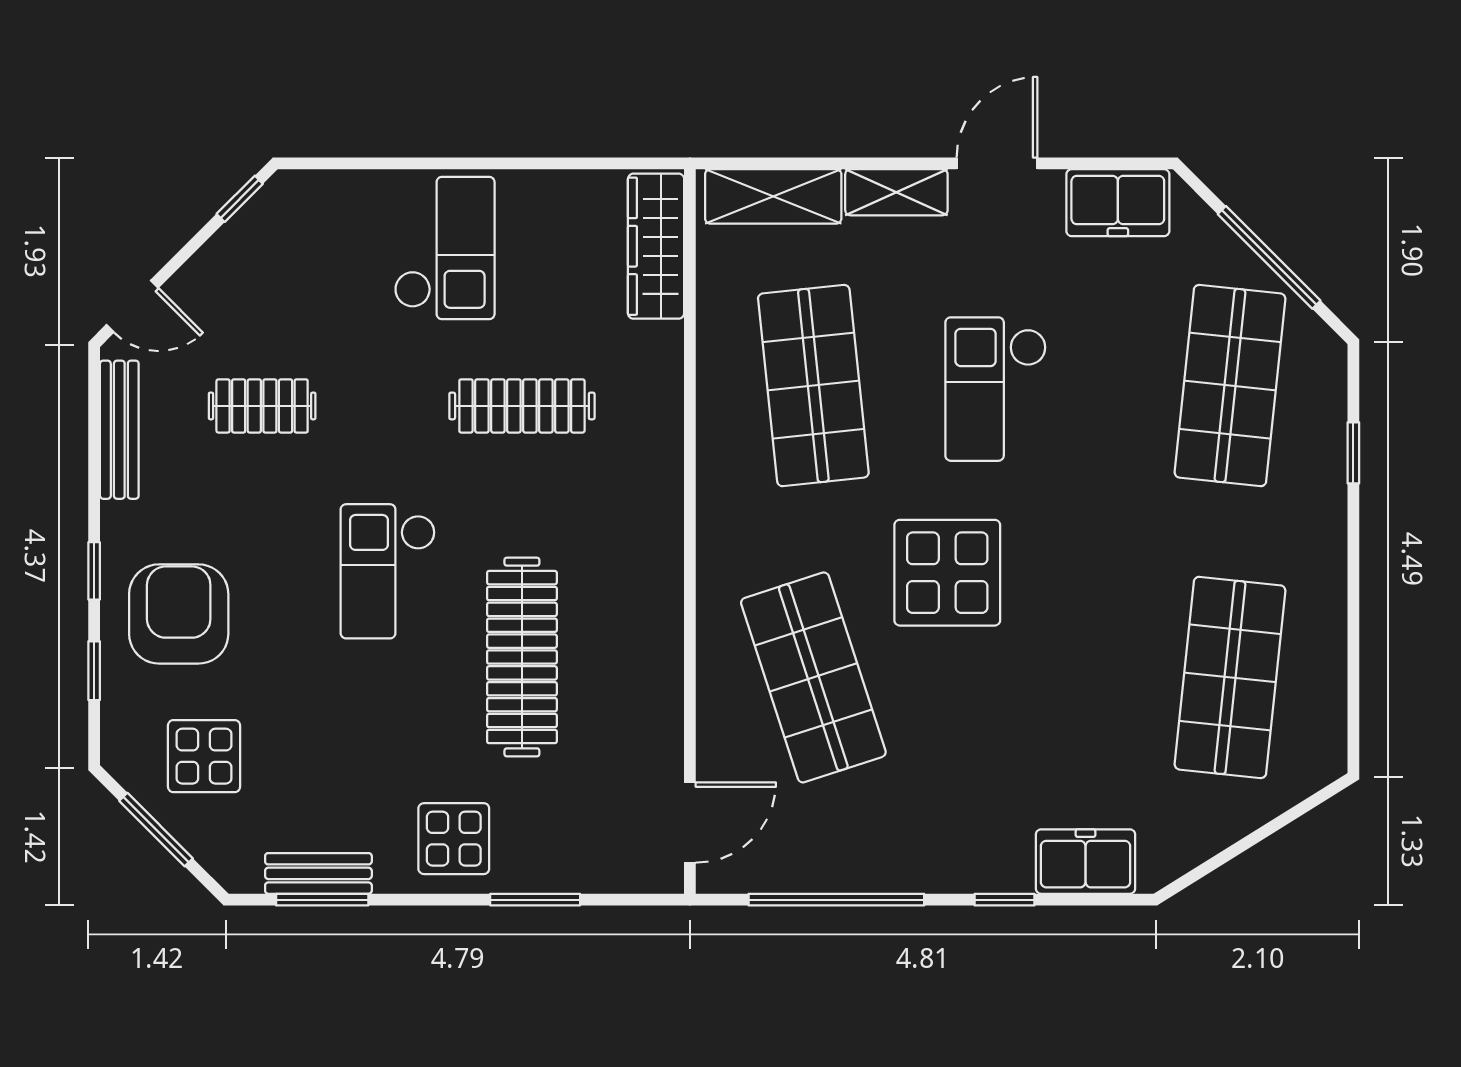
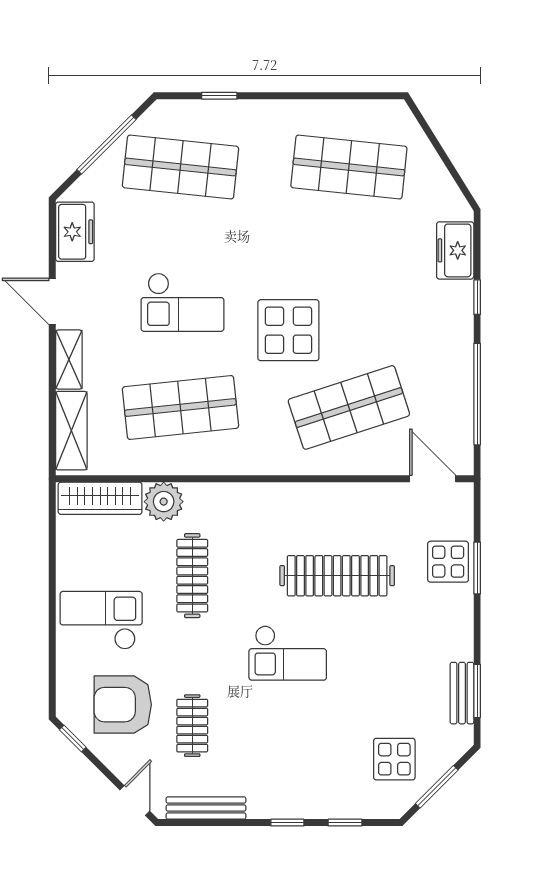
plant: (650, 356) -> (164, 502), added
armchair: (179, 614) -> (123, 705), moved
display table: (454, 839) -> (448, 562), moved

